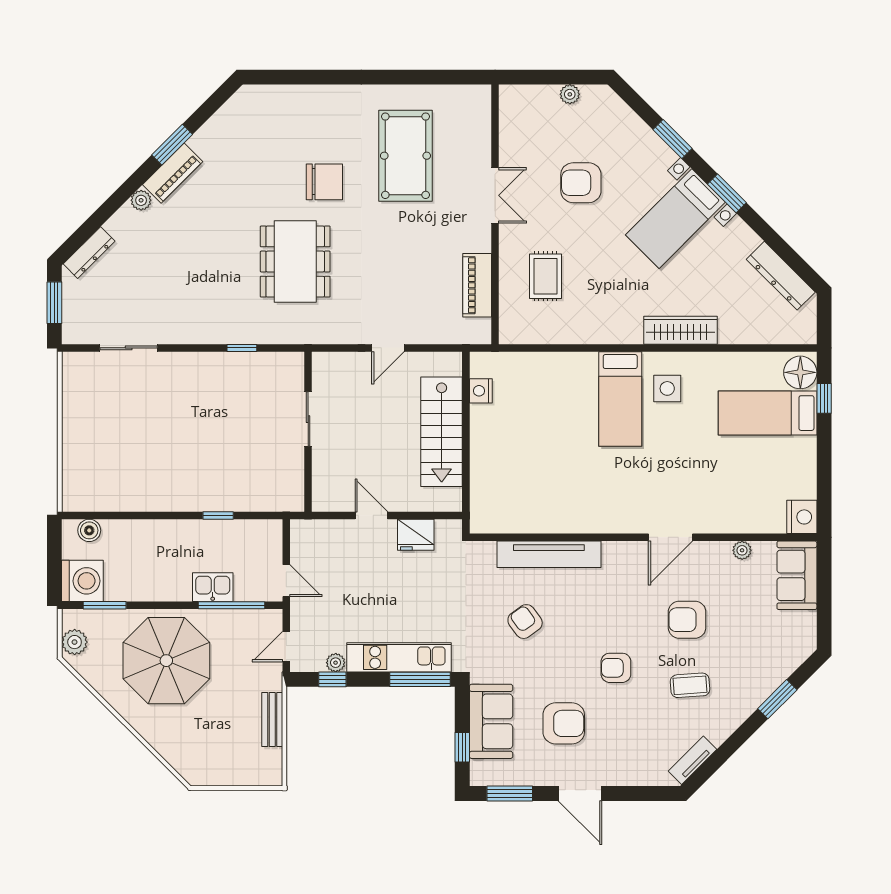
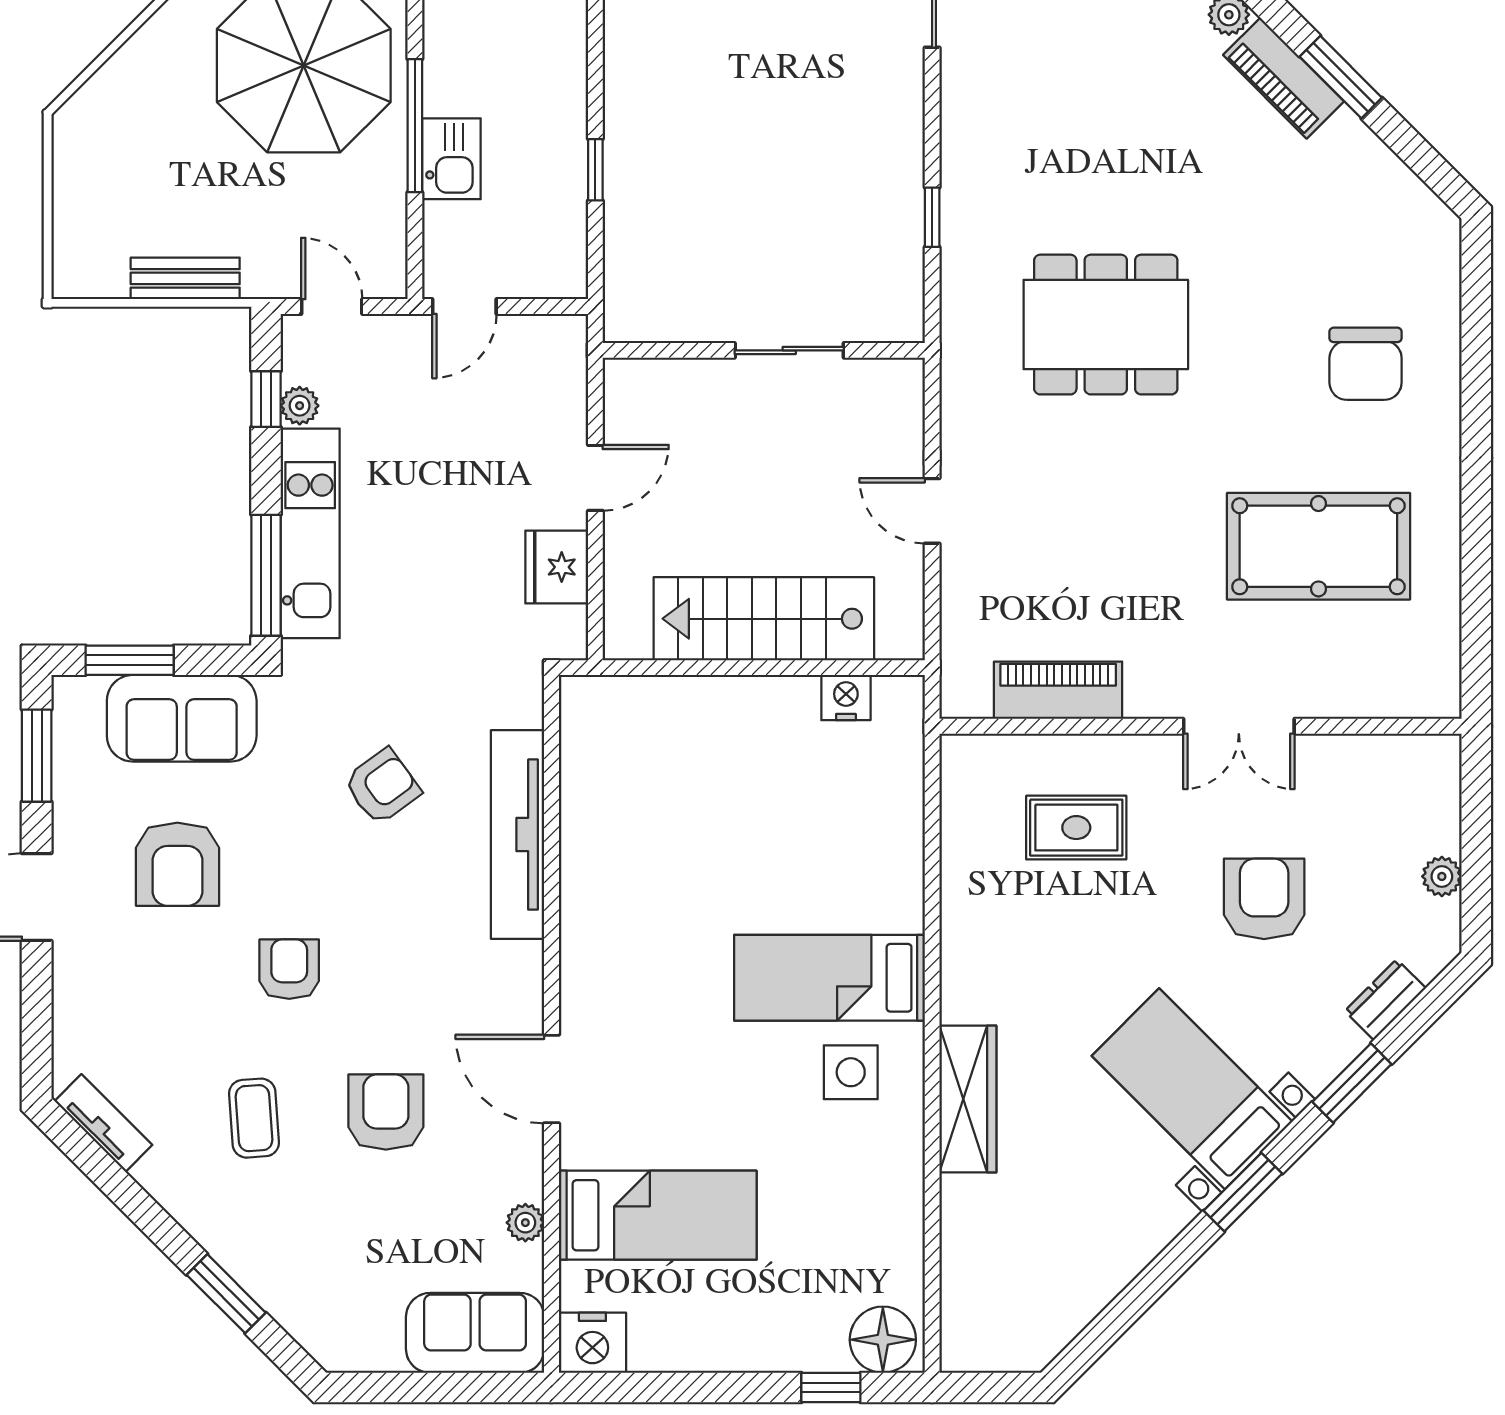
chair: (324, 182) -> (1366, 364), moved
dresser: (781, 276) -> (1385, 1000), moved, width x0.51, depth x0.80
bed: (768, 413) -> (658, 1215), moved, turned 90
window: (231, 605) -> (415, 126), moved
window: (462, 747) -> (130, 660), width x1.50

